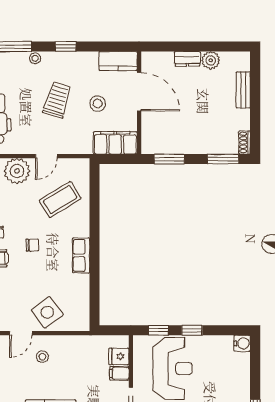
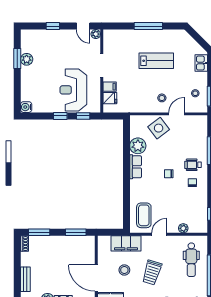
filing cabinet: (115, 143) -> (126, 243), moved
plant: (17, 171) -> (183, 228), width x0.53, depth x0.53
coffee table: (60, 199) -> (144, 215), moved, turned -58
plant: (78, 286) -> (138, 146), added

